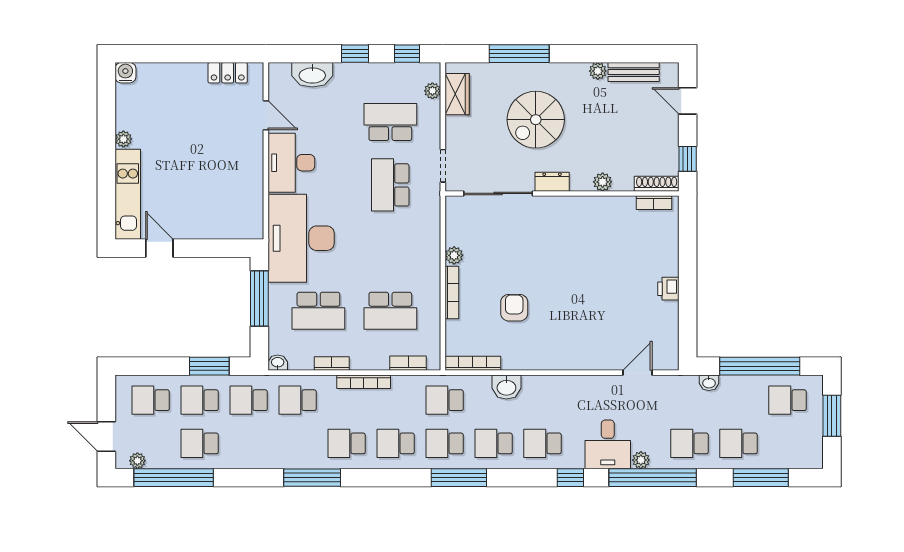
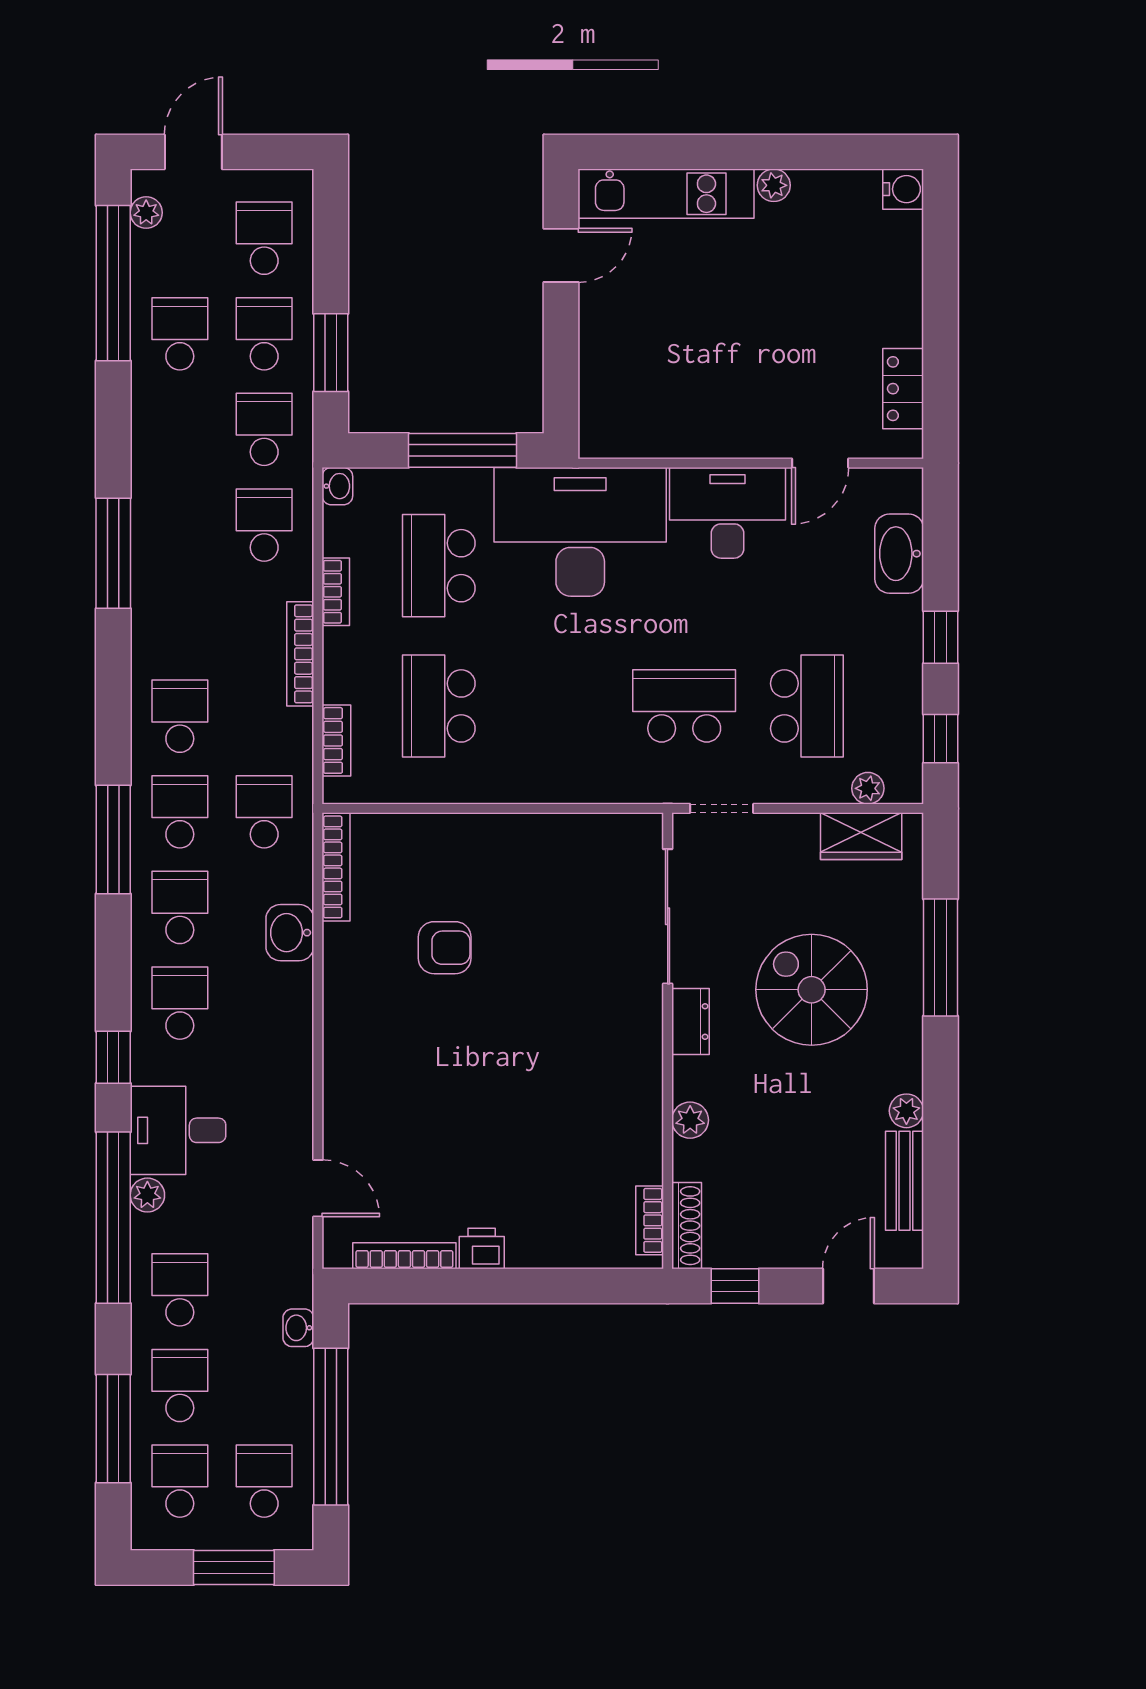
plant: (454, 255) -> (547, 830), removed
bookcase: (452, 293) -> (404, 1256), moved, turned 180
school desk: (347, 443) -> (180, 1481), moved

